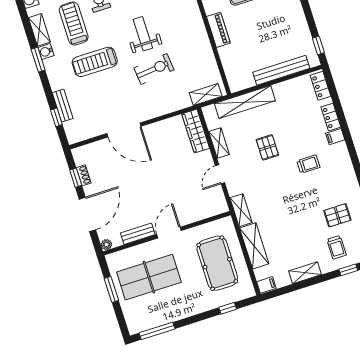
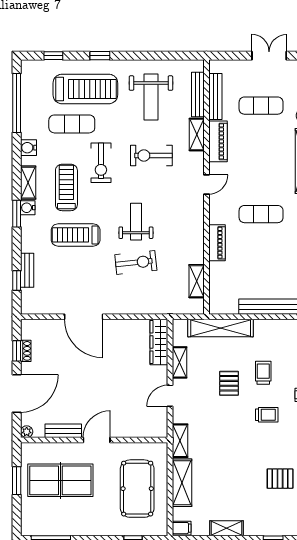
shelving: (206, 95) -> (197, 281), moved, turned 90
trolley: (337, 247) -> (263, 373), moved, turned 180

